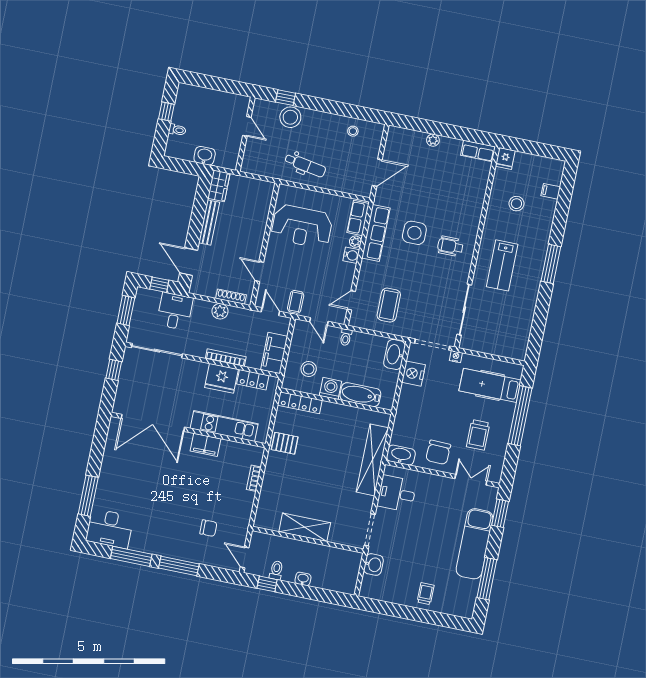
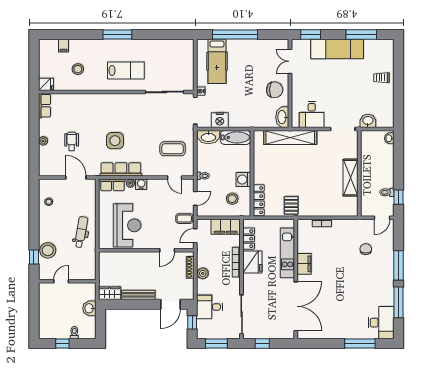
wheelchair: (450, 246) -> (72, 141), moved, turned 180
bathtub: (360, 395) -> (236, 137), moved, turned -90
trolley: (478, 435) -> (256, 63), removed
washbasin: (303, 579) -> (389, 138), moved

